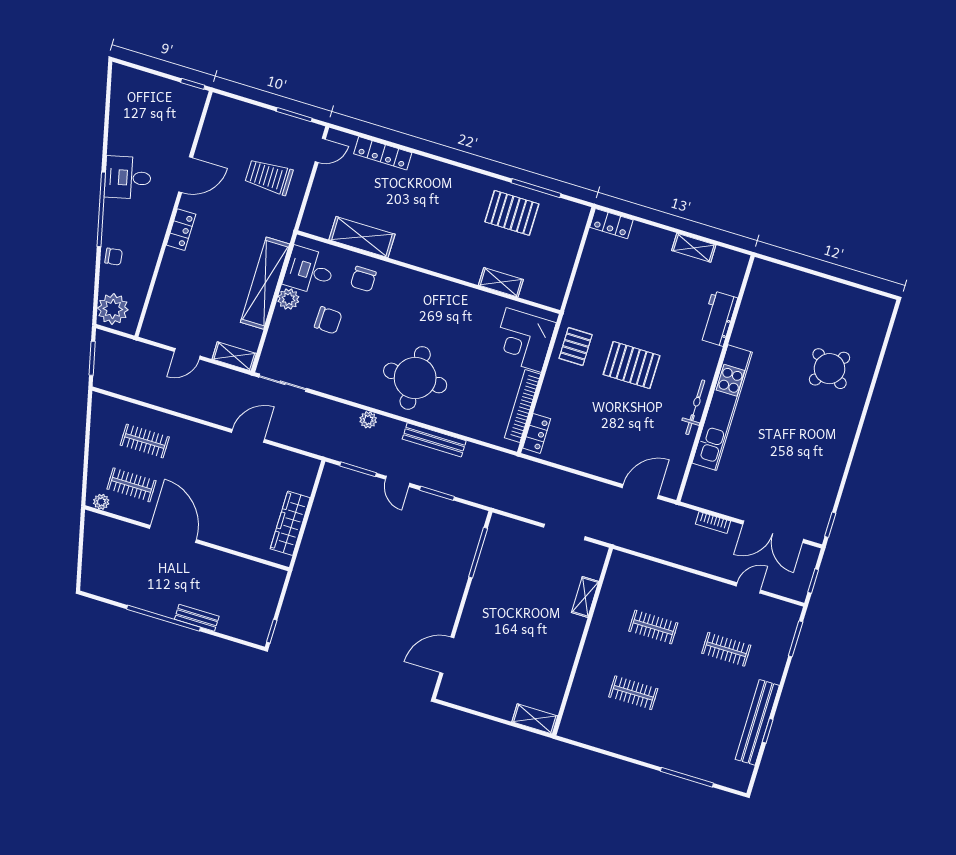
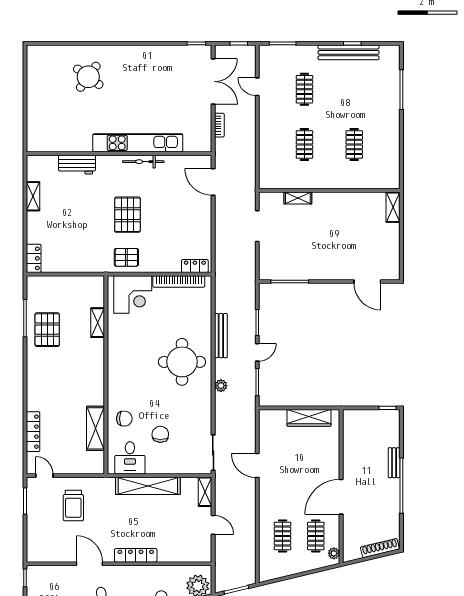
locker: (181, 230) -> (136, 555), width x1.53
plant: (288, 299) -> (154, 466), removed
shoe rack: (90, 565) -> (380, 548), added

